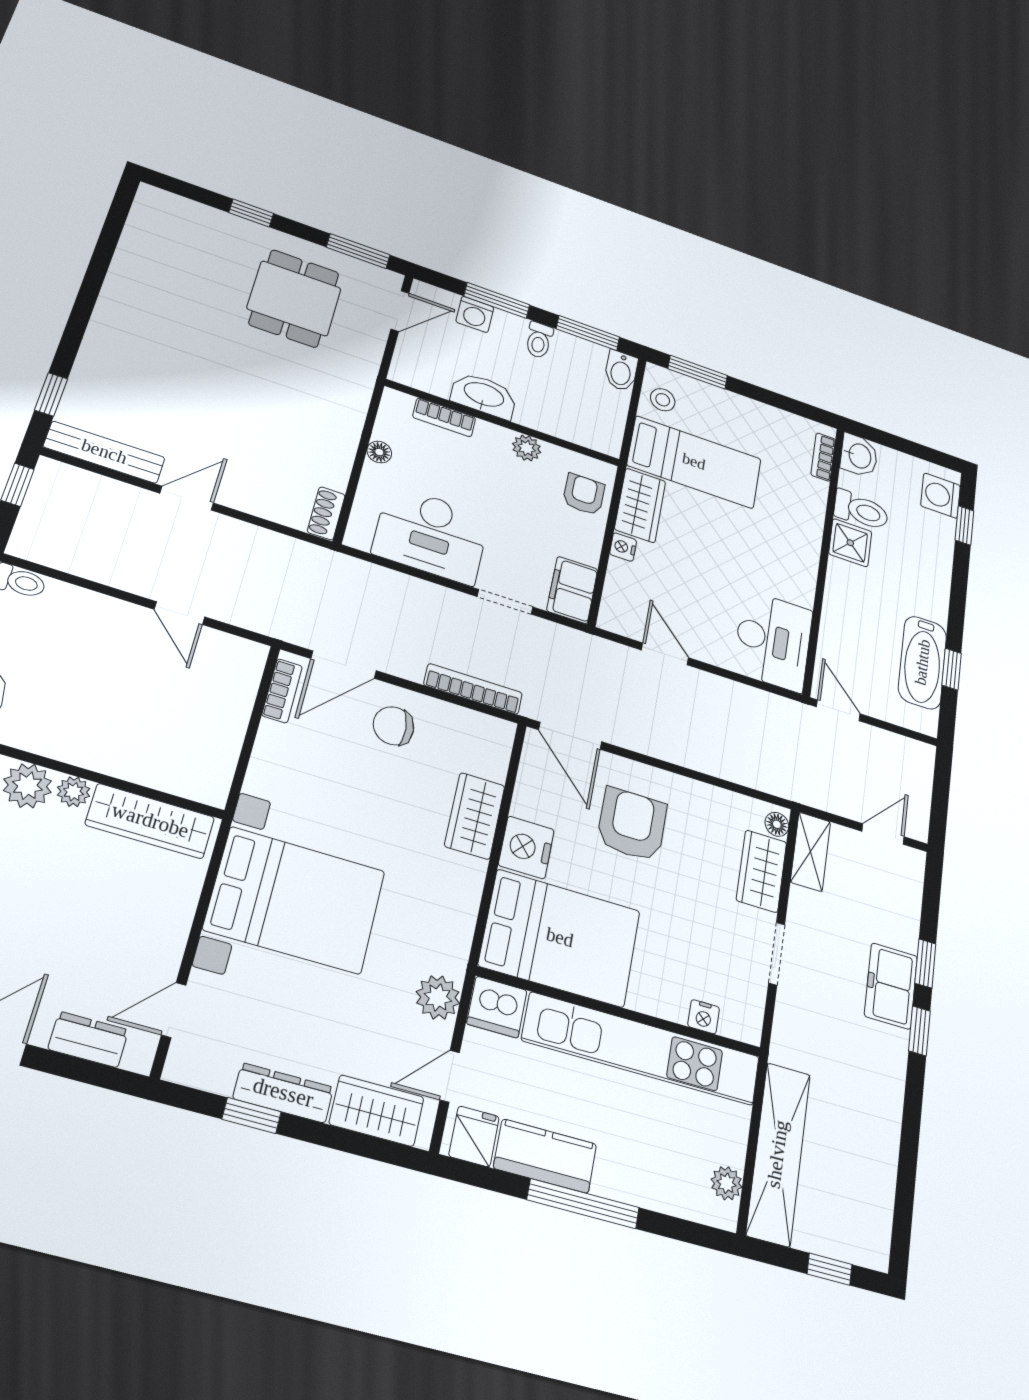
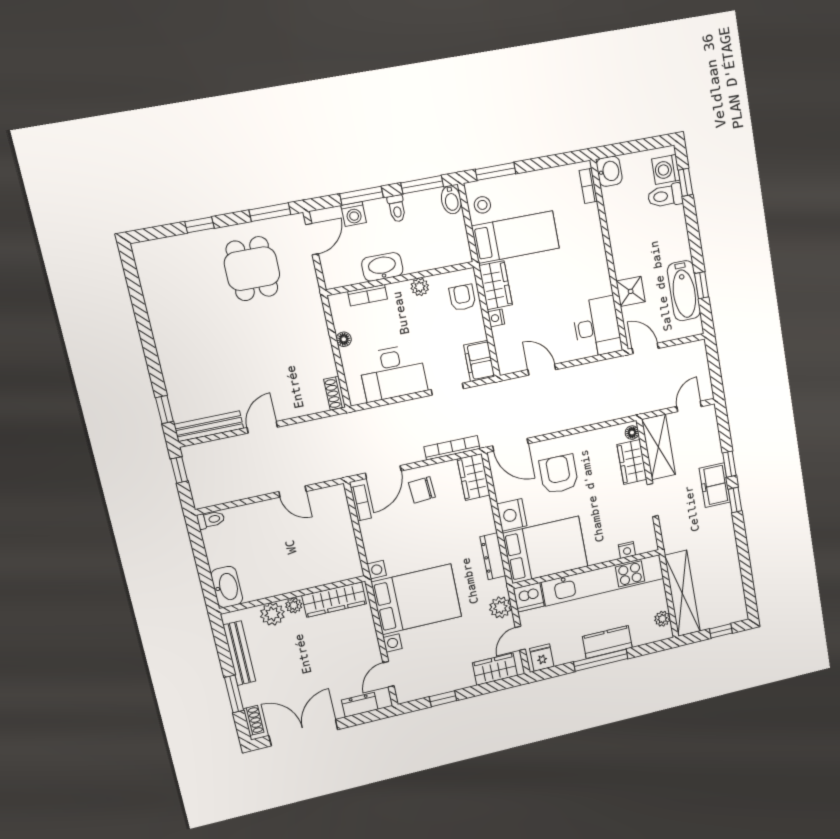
toilet: (861, 510) -> (665, 196), moved, turned 180
shower: (850, 543) -> (631, 291), moved
wardrobe: (475, 816) -> (474, 477), moved
shelving: (811, 852) -> (659, 447), width x1.50, depth x1.33
dresser: (283, 1093) -> (493, 556), moved, turned -90
kitchen counter: (545, 1156) -> (607, 642), moved

